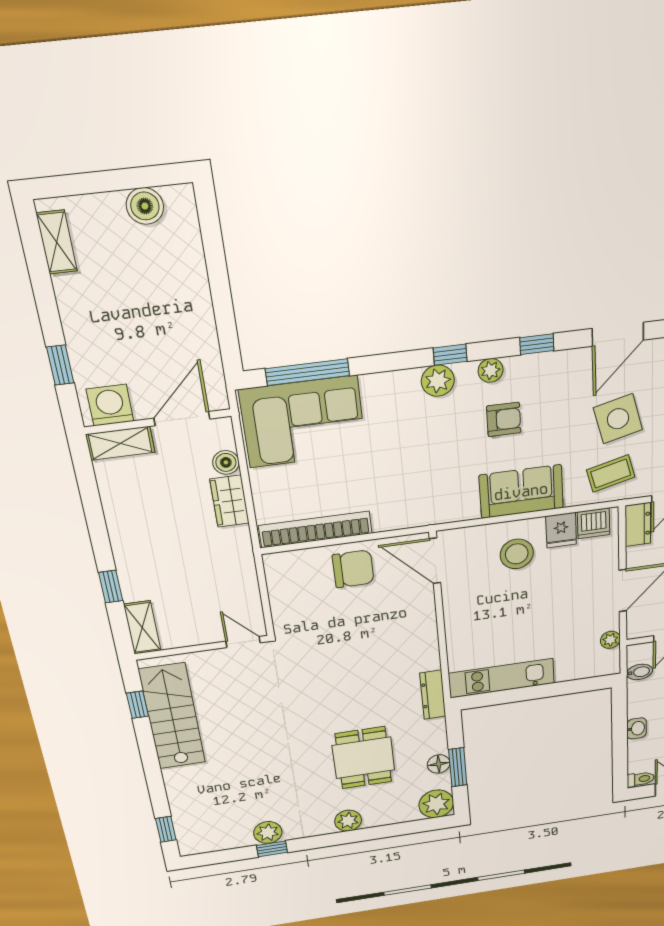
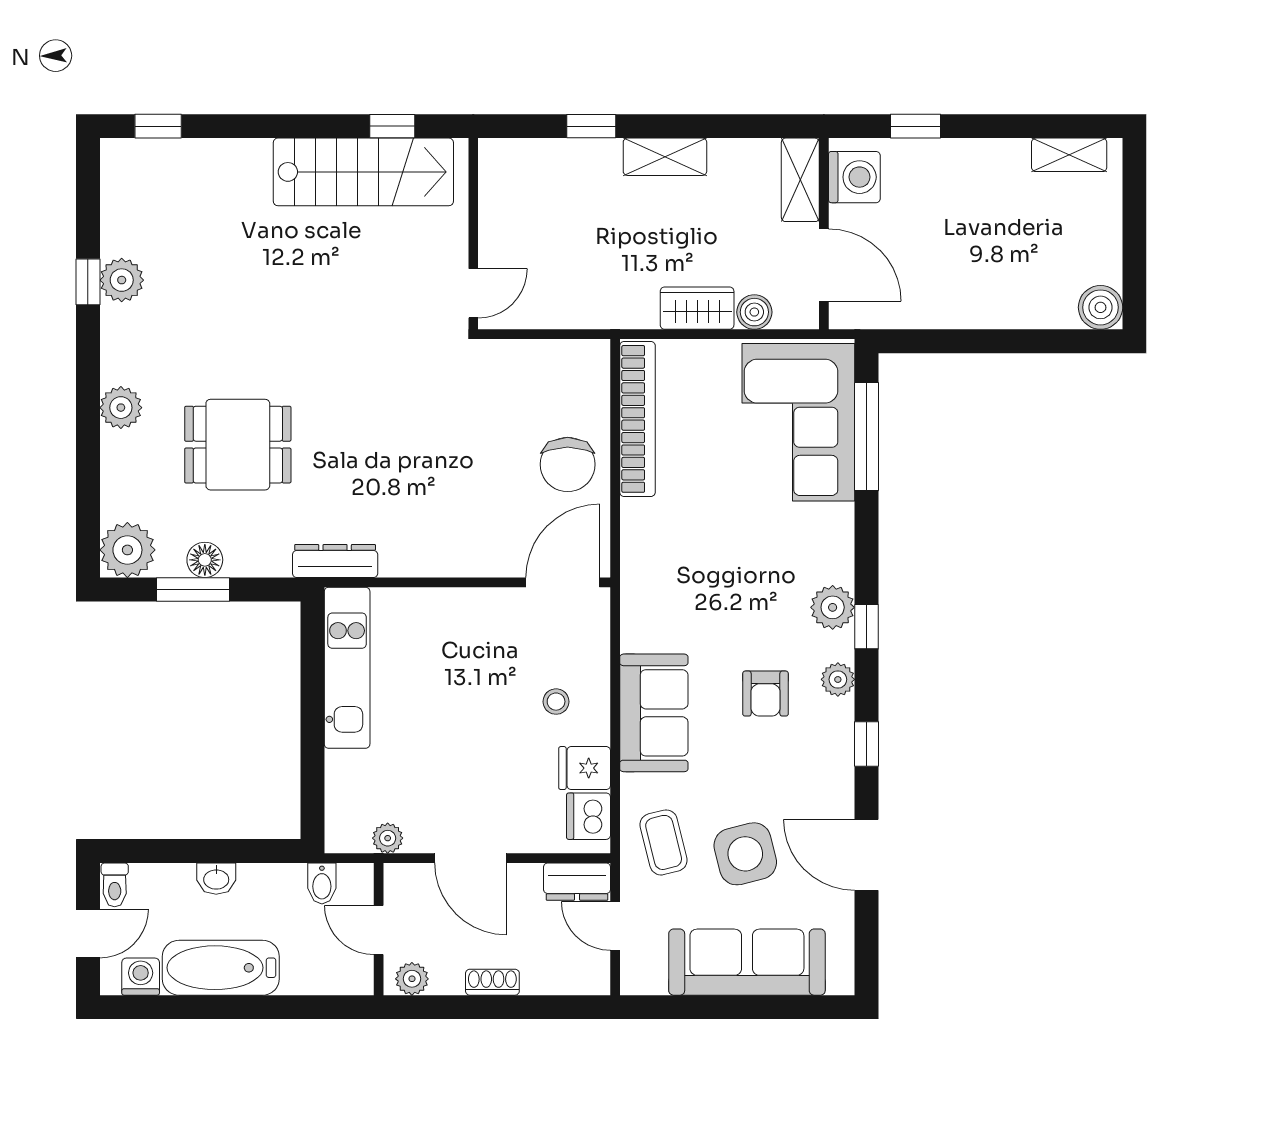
boiler: (145, 206) -> (1101, 307), moved
stool: (517, 554) -> (556, 702), width x0.53, depth x0.53
shelving: (142, 628) -> (665, 157), moved

